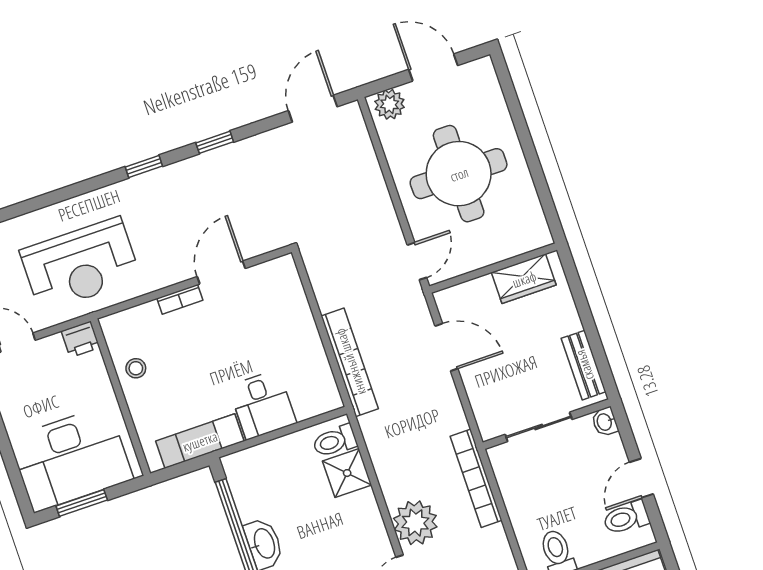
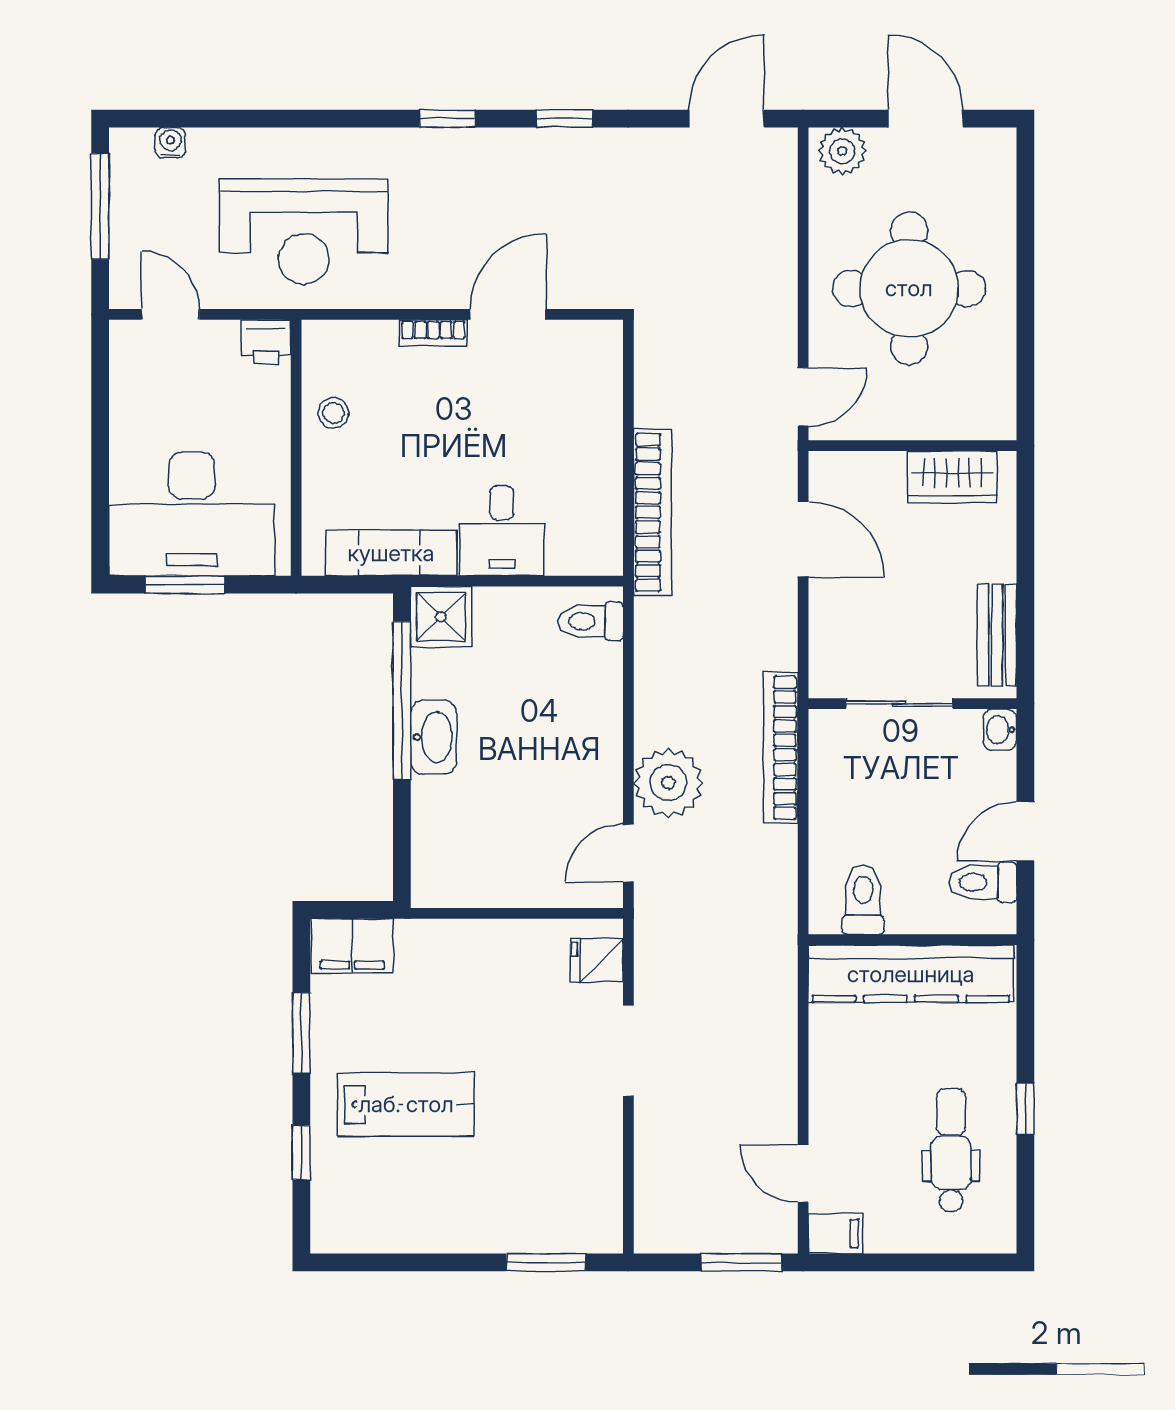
shower: (347, 473) -> (441, 617), moved

